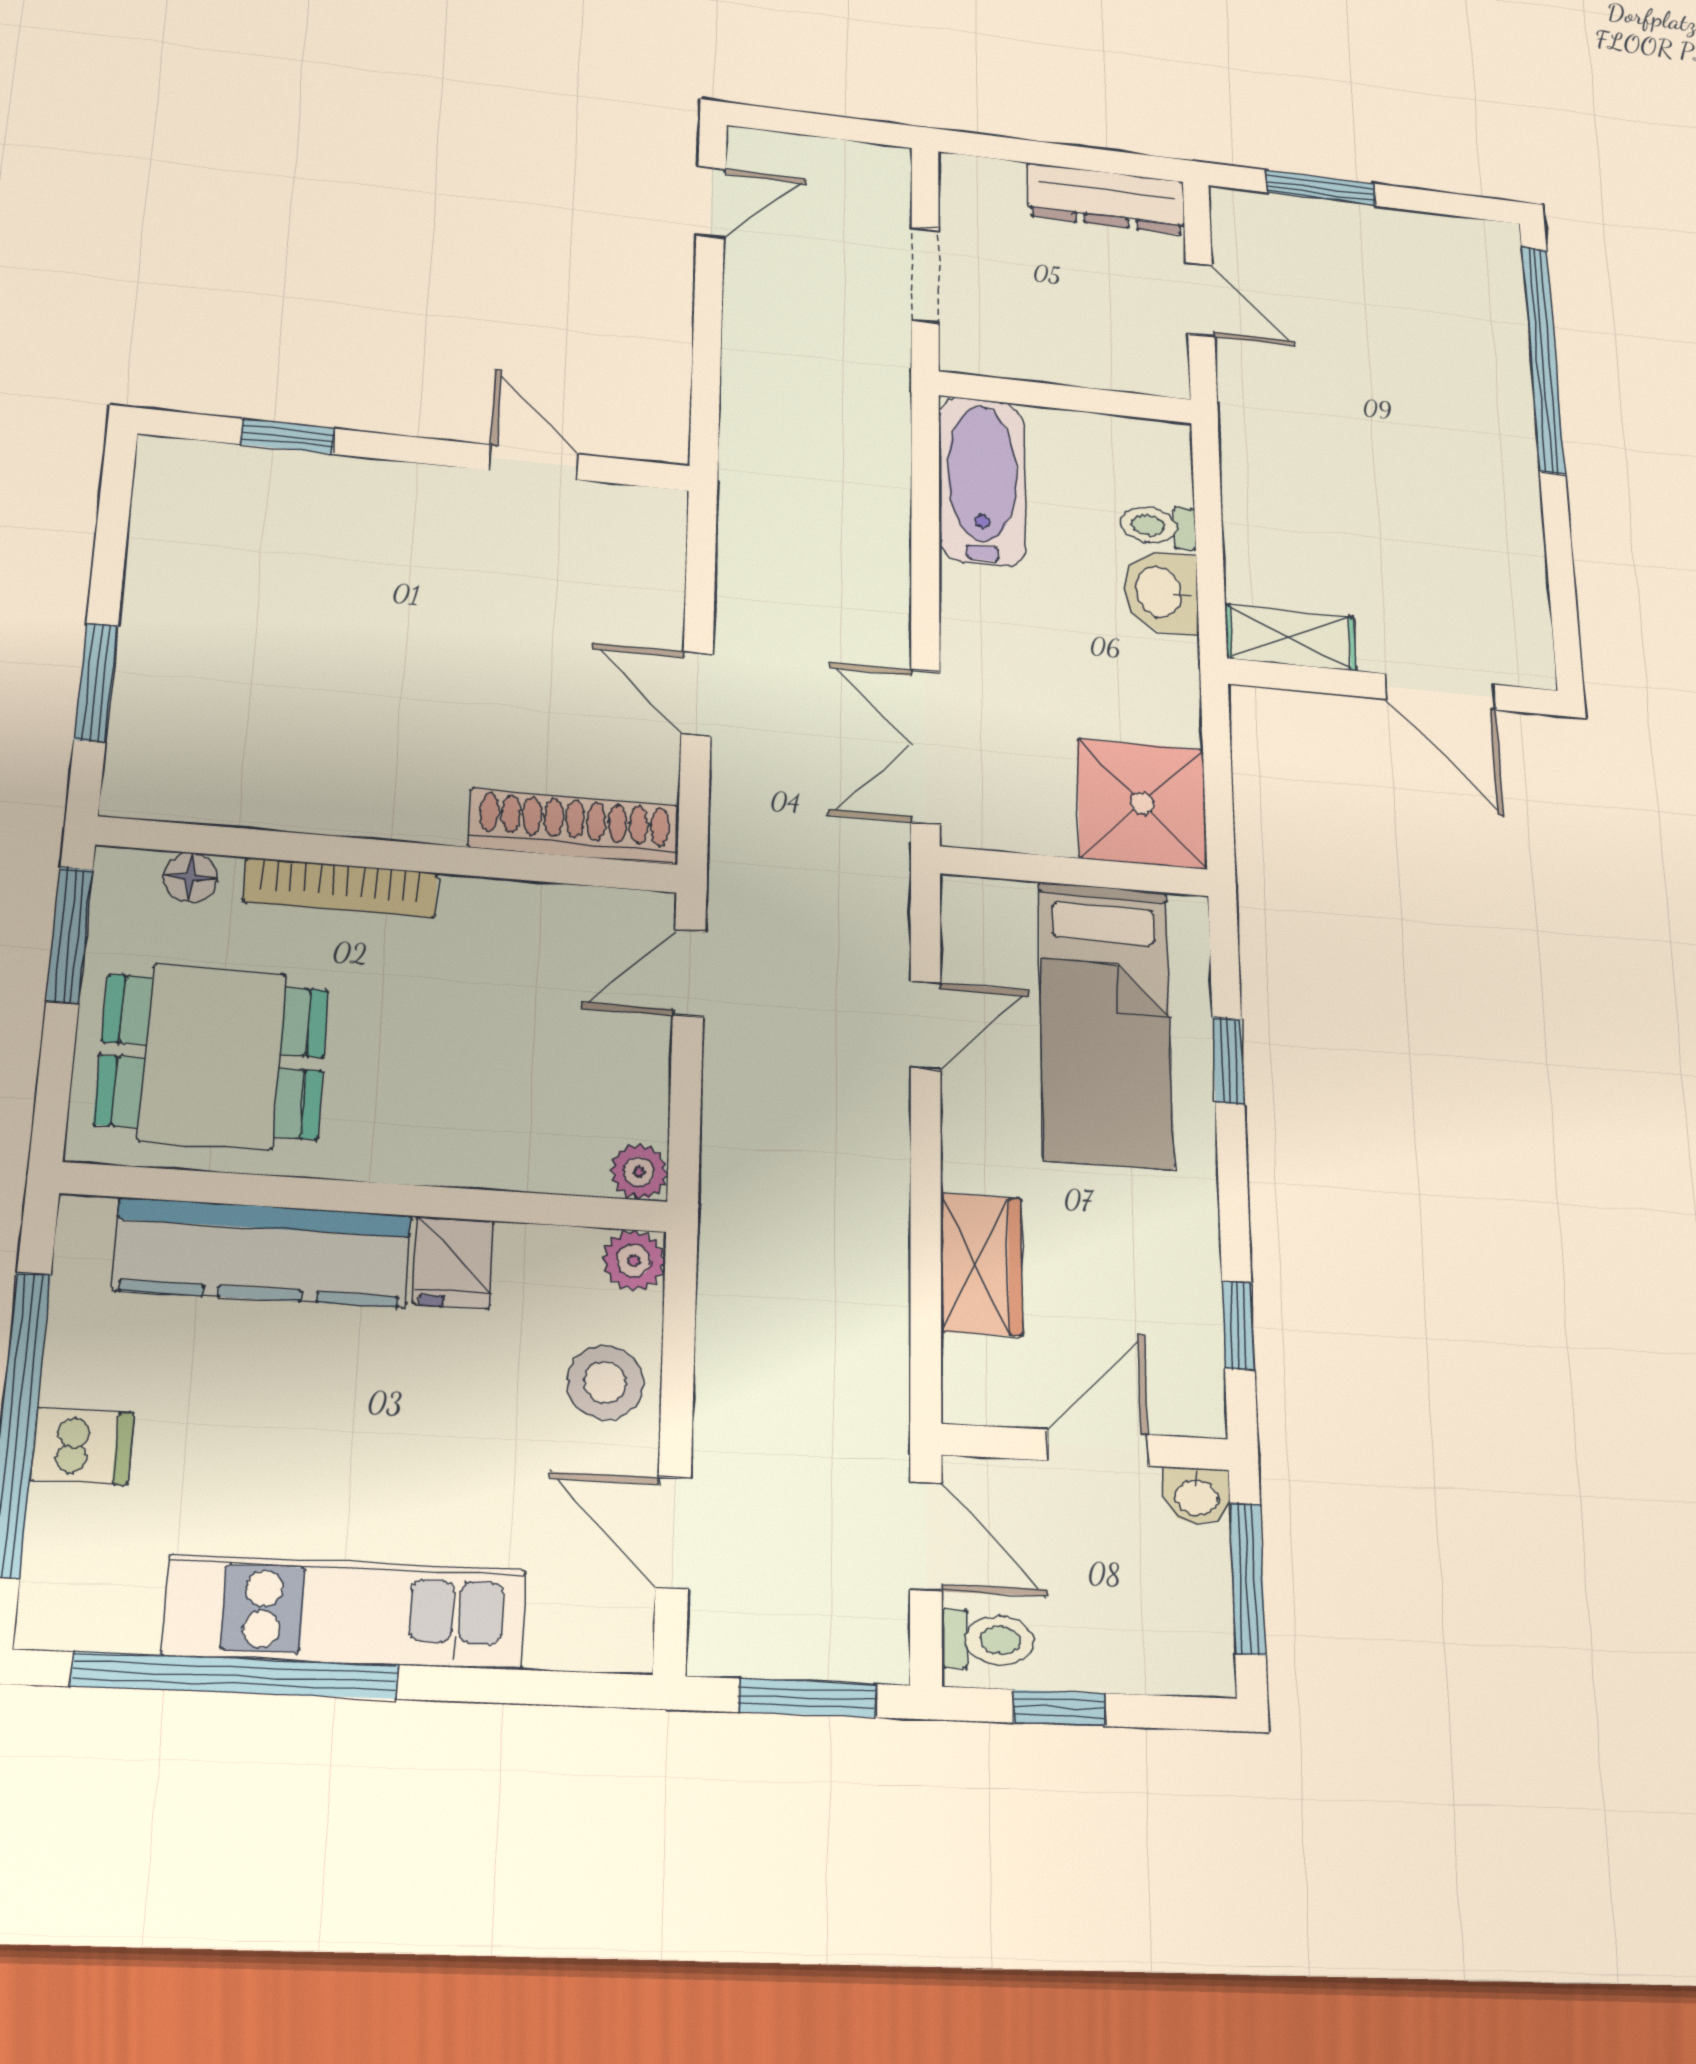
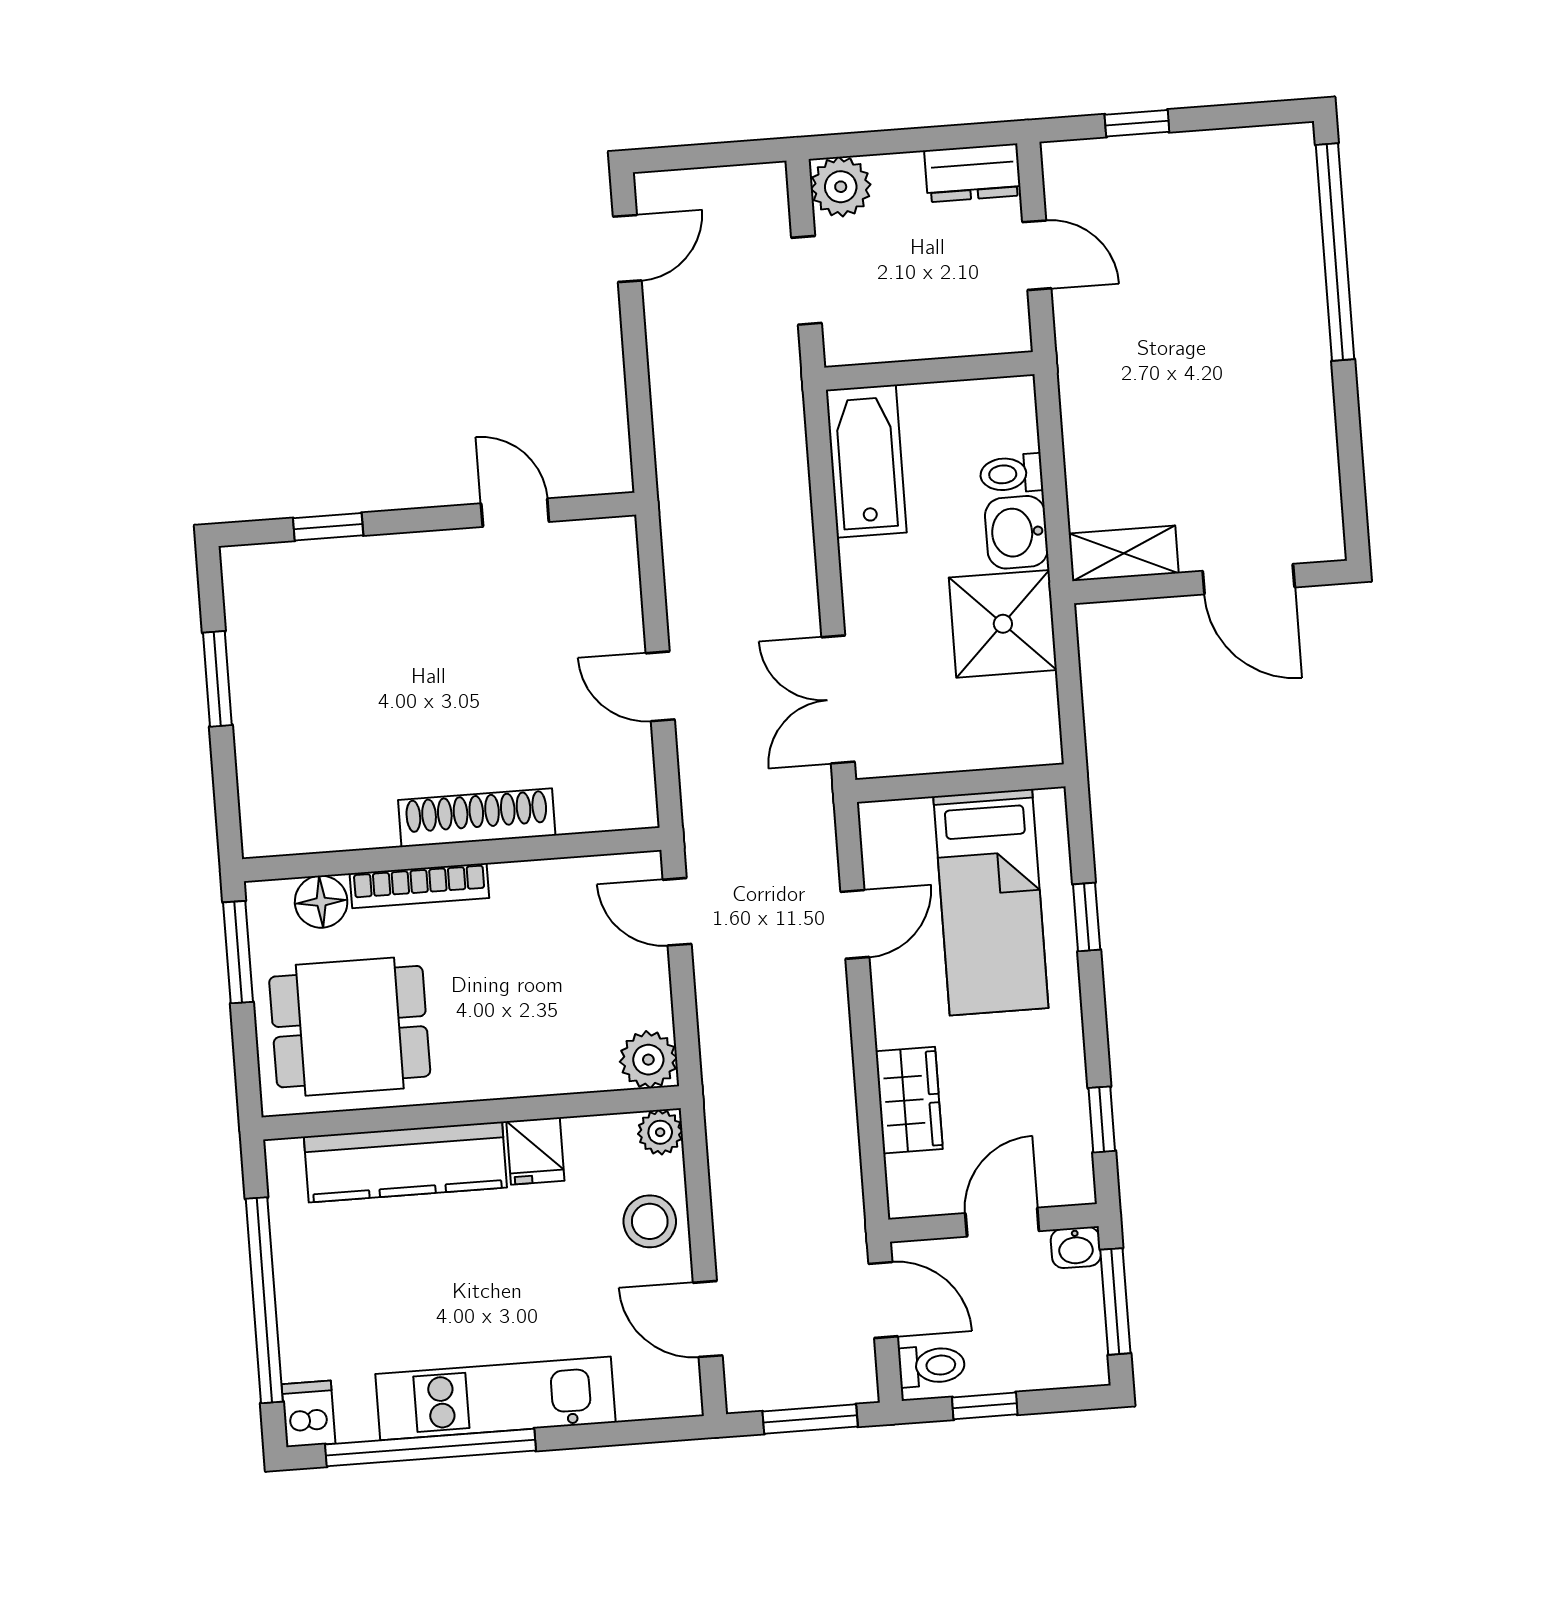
plant: (974, 187) -> (841, 187), added
window: (1321, 188) -> (1137, 123), width x0.67
dresser: (1106, 199) -> (973, 173), width x0.70
window: (96, 683) -> (217, 679), moved
shower: (1142, 803) -> (1003, 624), moved
shoe rack: (575, 826) -> (477, 818), moved
floor lamp: (190, 877) -> (321, 902), width x1.37, depth x1.37
door: (689, 974) -> (677, 912), hinge flipped
plant: (639, 1172) -> (648, 1060), width x1.38, depth x1.38
dishwasher: (82, 1447) -> (308, 1414), moved, turned -90

